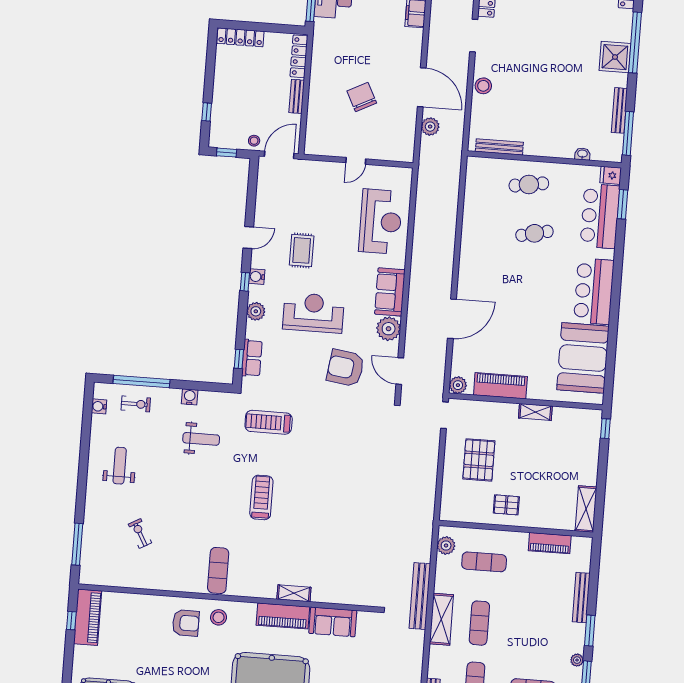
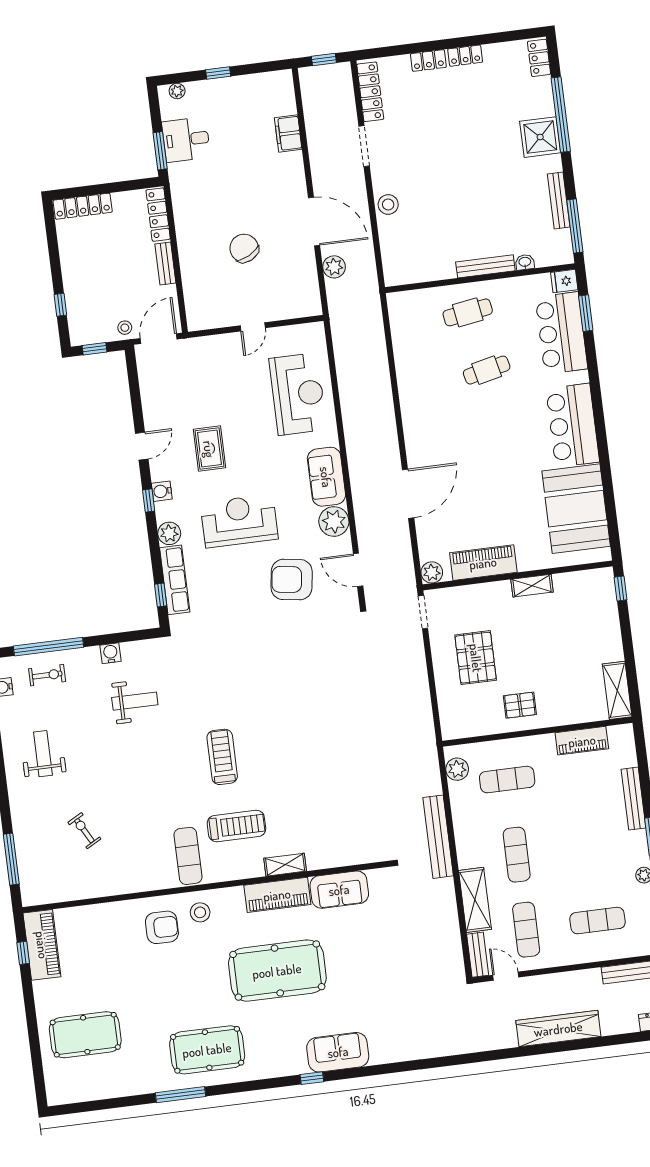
bench: (499, 147) -> (485, 266), moved
row of seats: (252, 358) -> (175, 580), width x1.48
treadmill: (269, 422) -> (236, 826), moved, turned 180
shelving: (441, 619) -> (475, 900), moved

